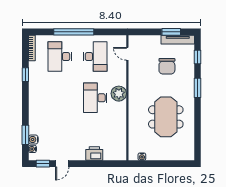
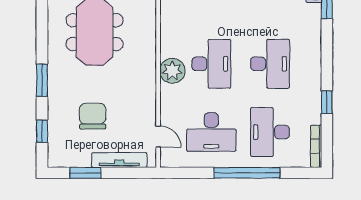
tv unit: (178, 40) -> (119, 160), moved
desk: (60, 57) -> (270, 132), turned 180
desk: (95, 57) -> (211, 132), turned -90
desk: (60, 98) -> (270, 64), added

